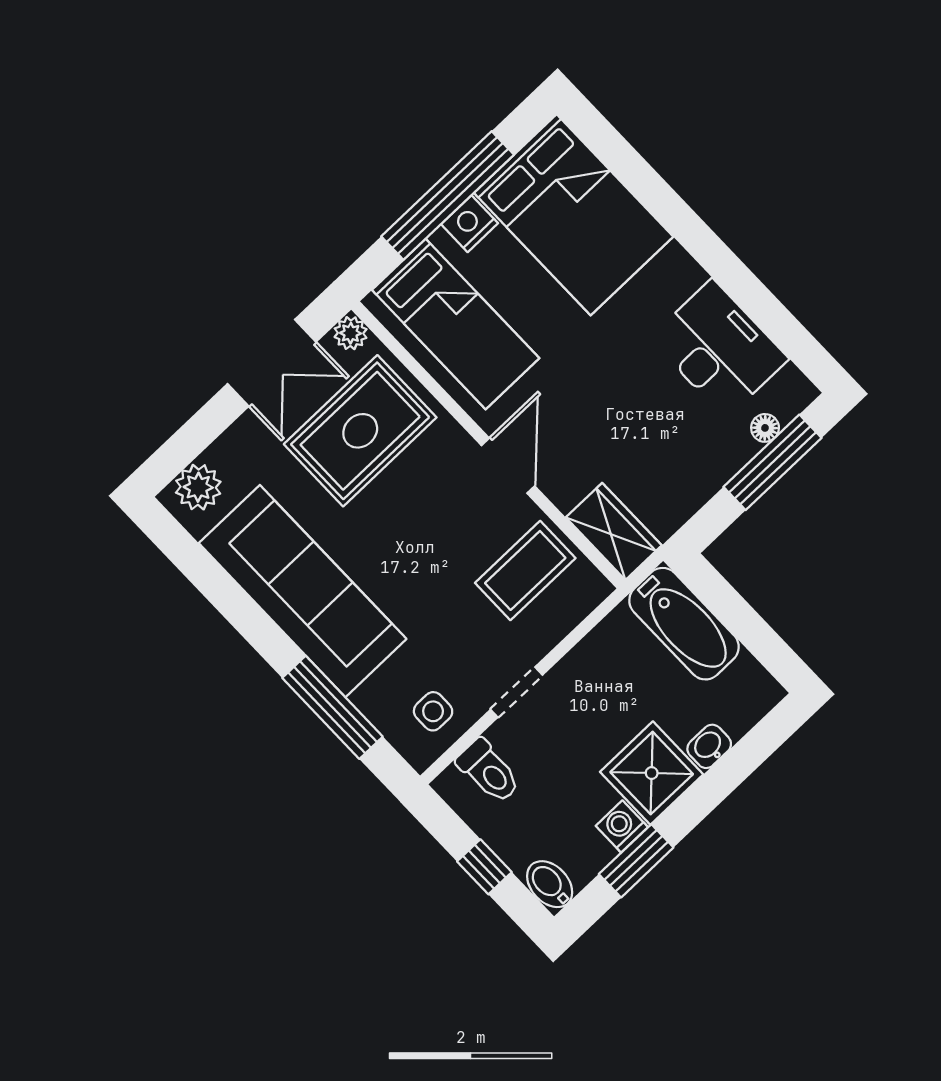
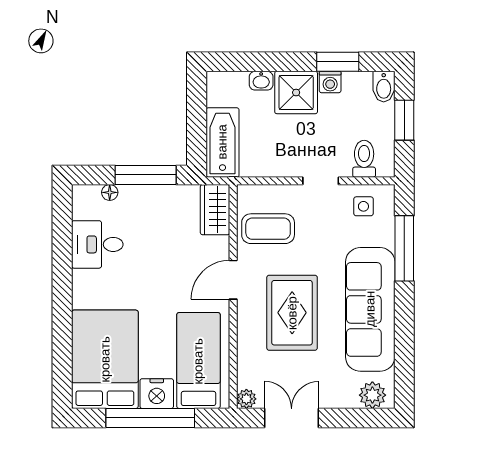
nightstand: (470, 224) -> (157, 394), width x1.36, depth x1.33
desk: (719, 349) -> (97, 244), width x0.73
rug: (360, 431) -> (292, 313), moved, turned 90
window: (773, 462) -> (146, 175), moved
window: (484, 867) -> (404, 120), width x1.50

